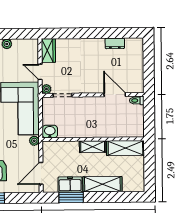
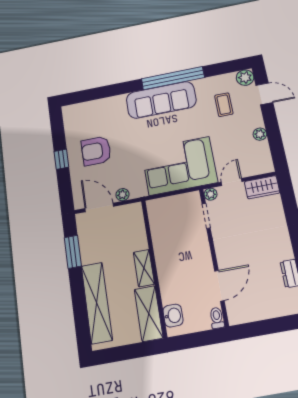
washbasin: (50, 132) -> (173, 316), moved
plant: (34, 141) -> (122, 195), moved
shelving: (102, 184) -> (97, 303), width x1.47
freezer: (70, 185) -> (89, 247), removed

